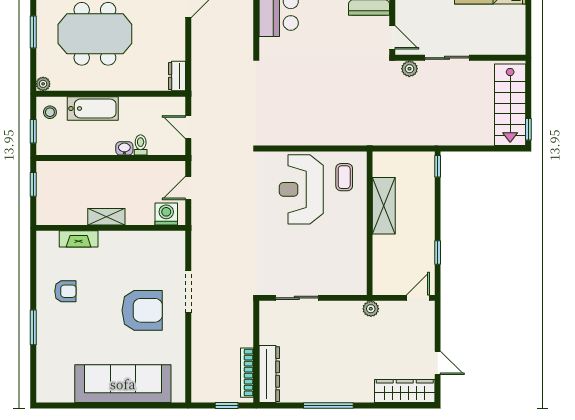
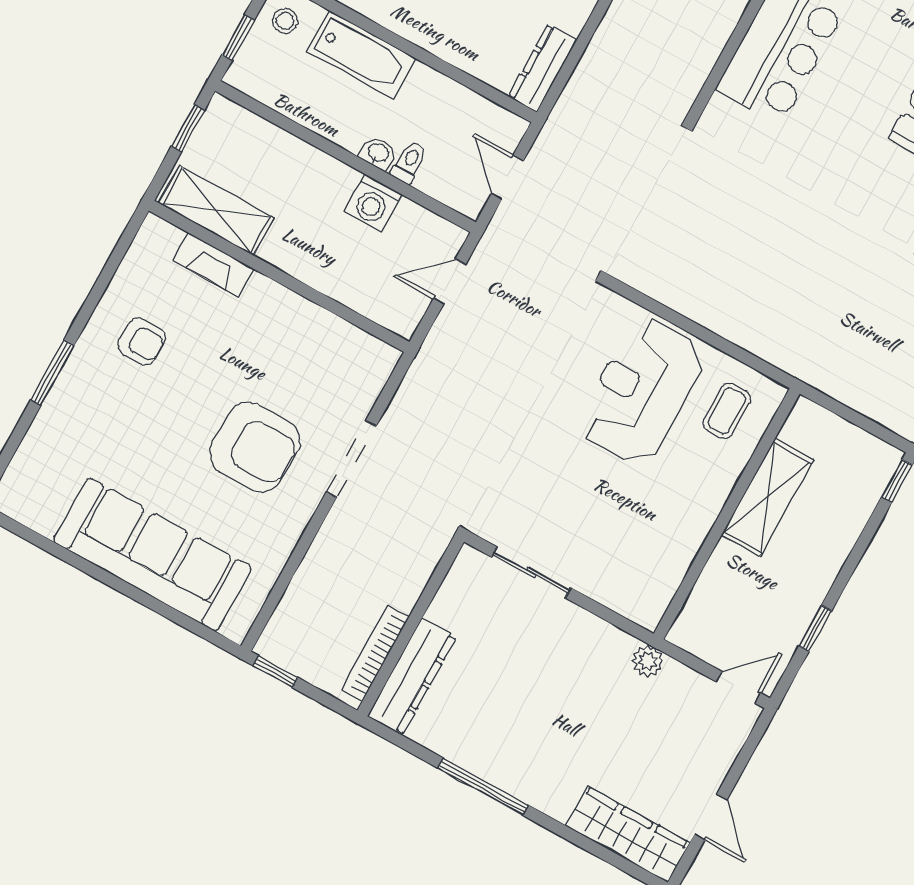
dresser: (177, 76) -> (543, 68), width x1.44
washing machine: (166, 214) -> (373, 203), moved, turned 180
shelving: (106, 217) -> (217, 210), moved, width x1.50, depth x1.33
window: (227, 406) -> (276, 672), moved

